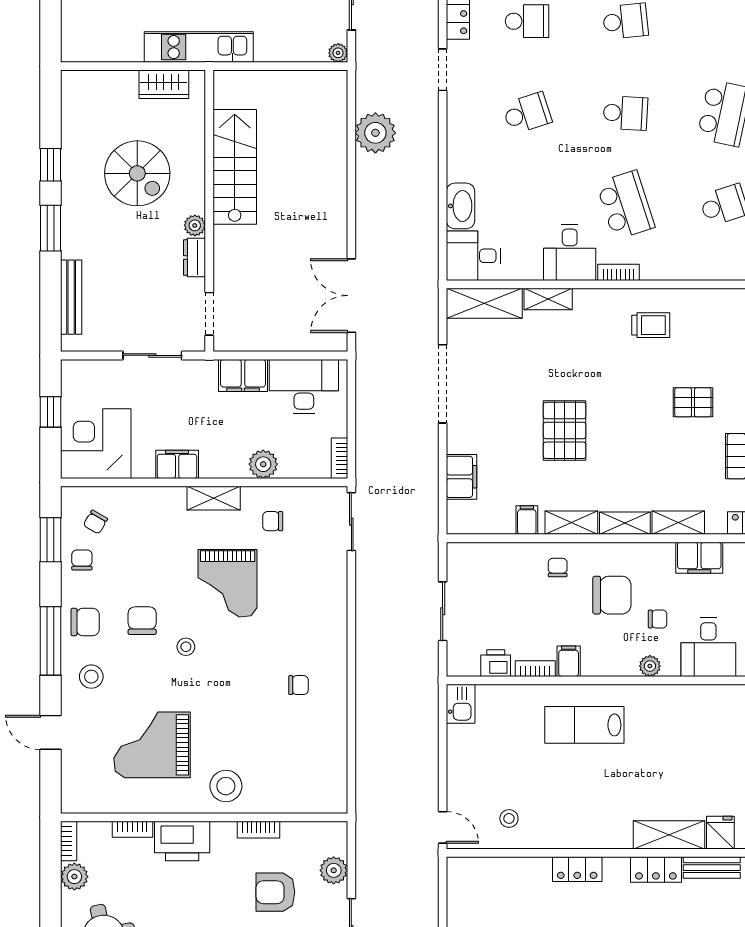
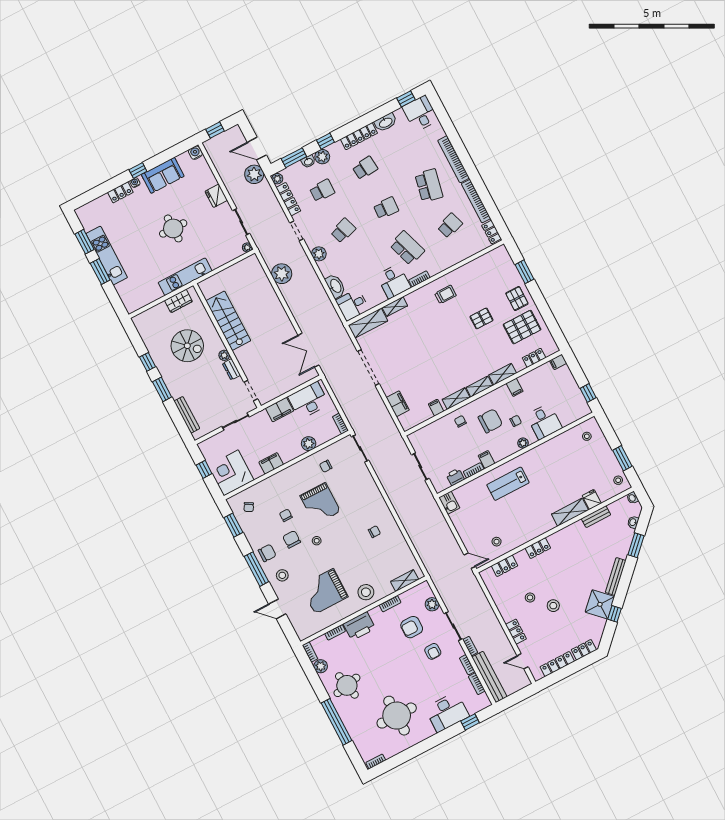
plant: (461, 132) -> (319, 254), added
pallet: (565, 430) -> (432, 360), removed
shelving: (214, 498) -> (405, 581), moved
filing cabinet: (699, 558) -> (515, 387), width x0.50
chair: (82, 560) -> (286, 515), moved
locker: (656, 870) -> (504, 566), moved

